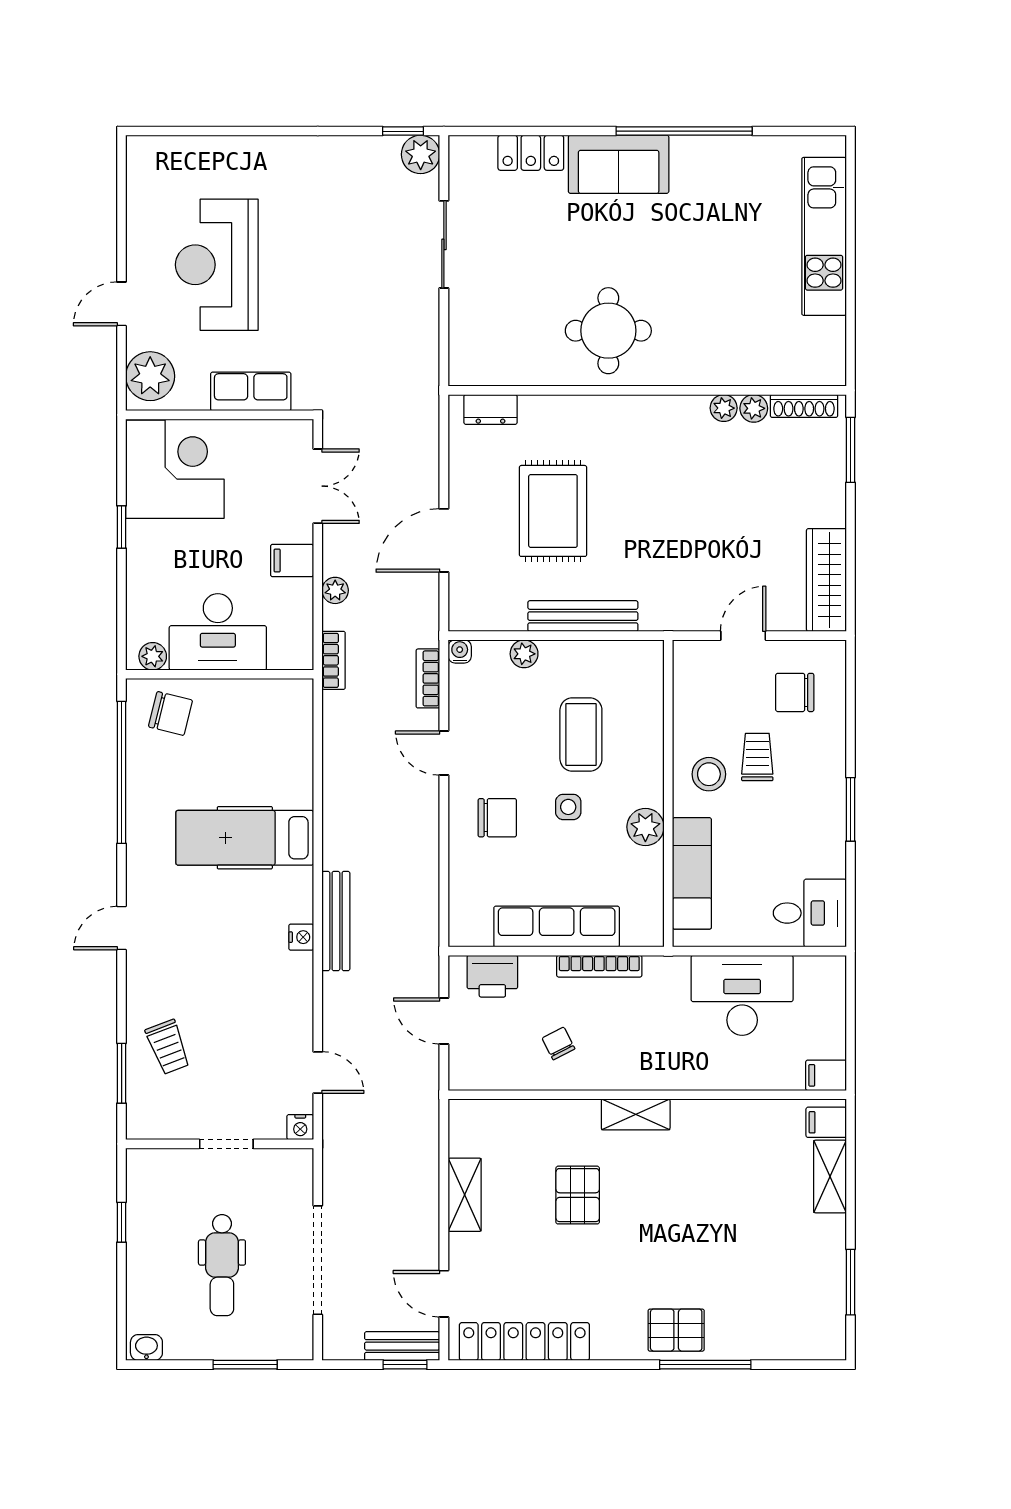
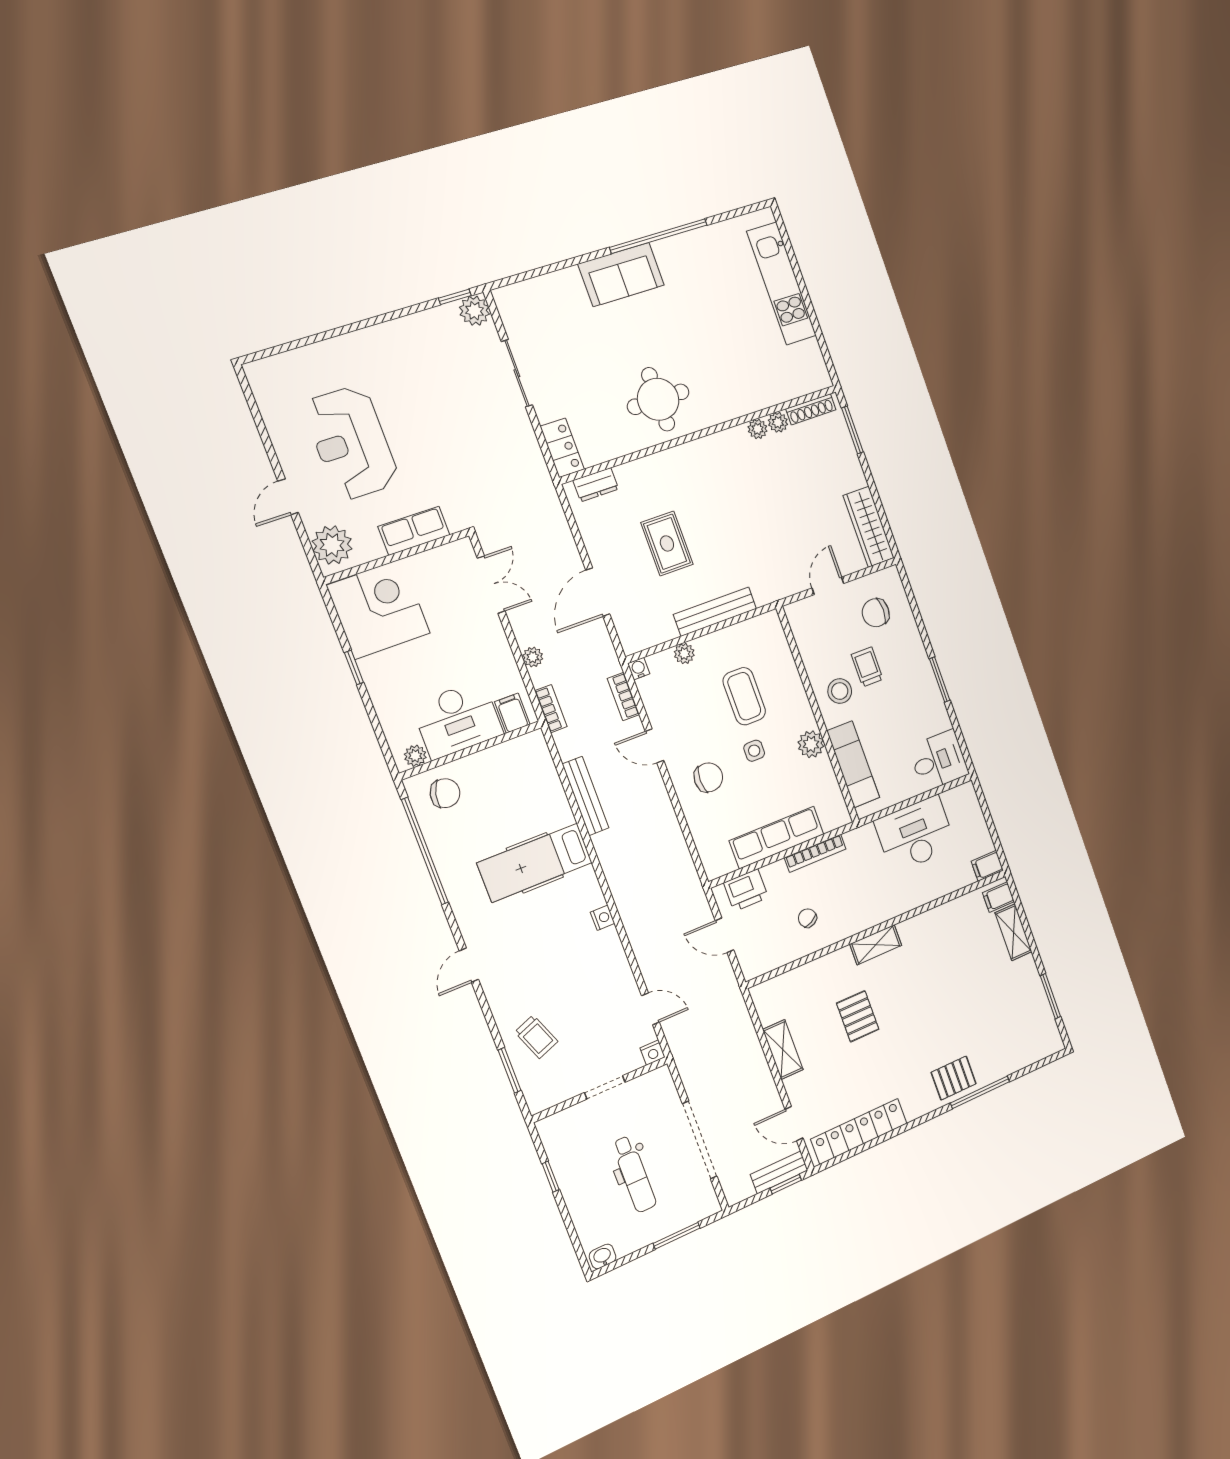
locker: (531, 153) -> (562, 448), moved, turned -90
rug: (553, 511) -> (667, 543), width x0.73, depth x0.70
filing cabinet: (292, 561) -> (512, 713), moved, turned 90
bench: (336, 921) -> (585, 796), moved

